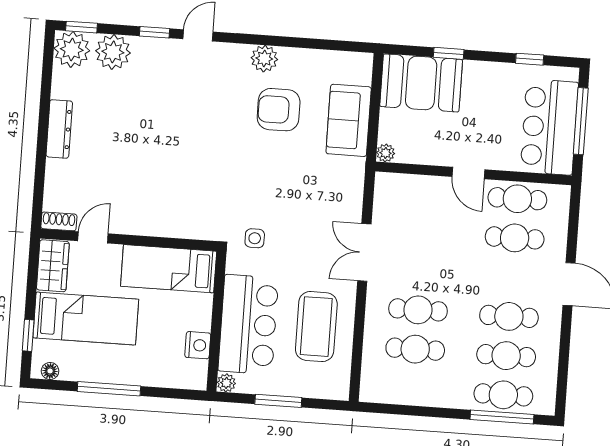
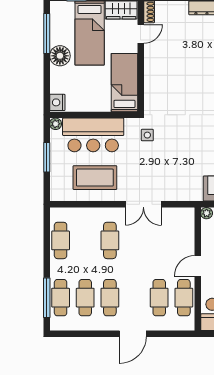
door: (93, 237) -> (141, 34), hinge flipped
double door: (364, 252) -> (143, 204), swing flipped
nightstand: (198, 345) -> (57, 102), moved, turned 90
cafe table: (415, 349) -> (61, 240), moved
floor lamp: (50, 371) -> (60, 56), moved, width x1.89, depth x1.89
window: (109, 389) -> (47, 34), moved

